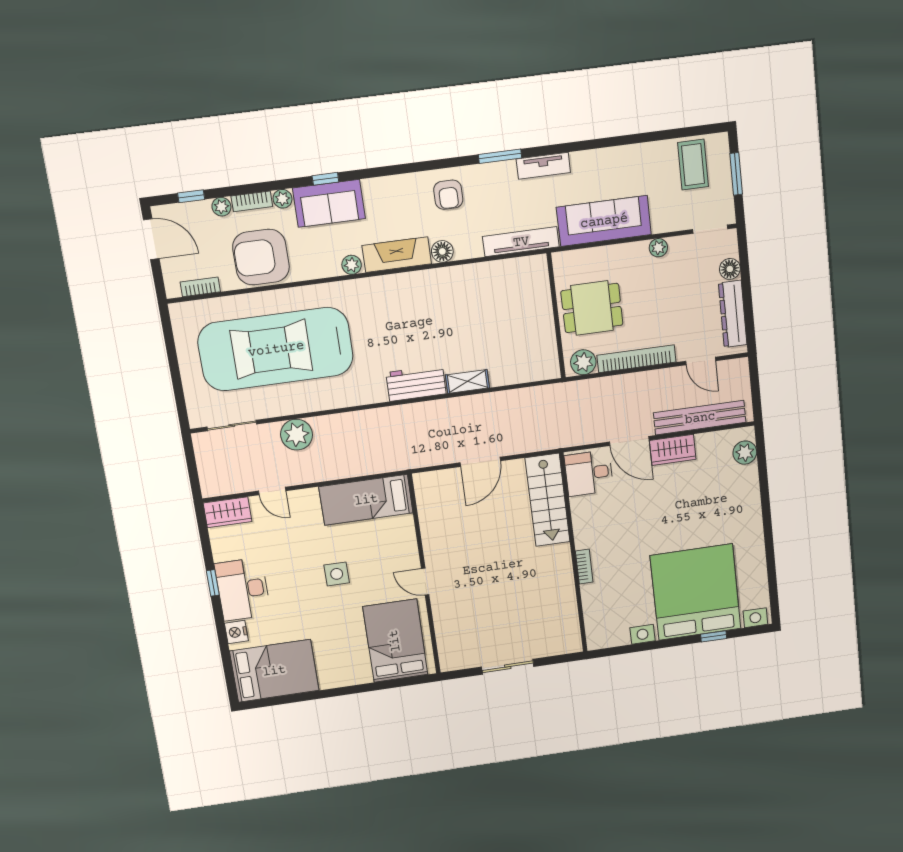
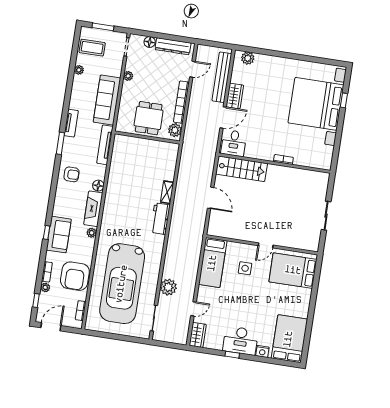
plant: (283, 199) -> (79, 70), moved
side table: (337, 574) -> (245, 268), moved

